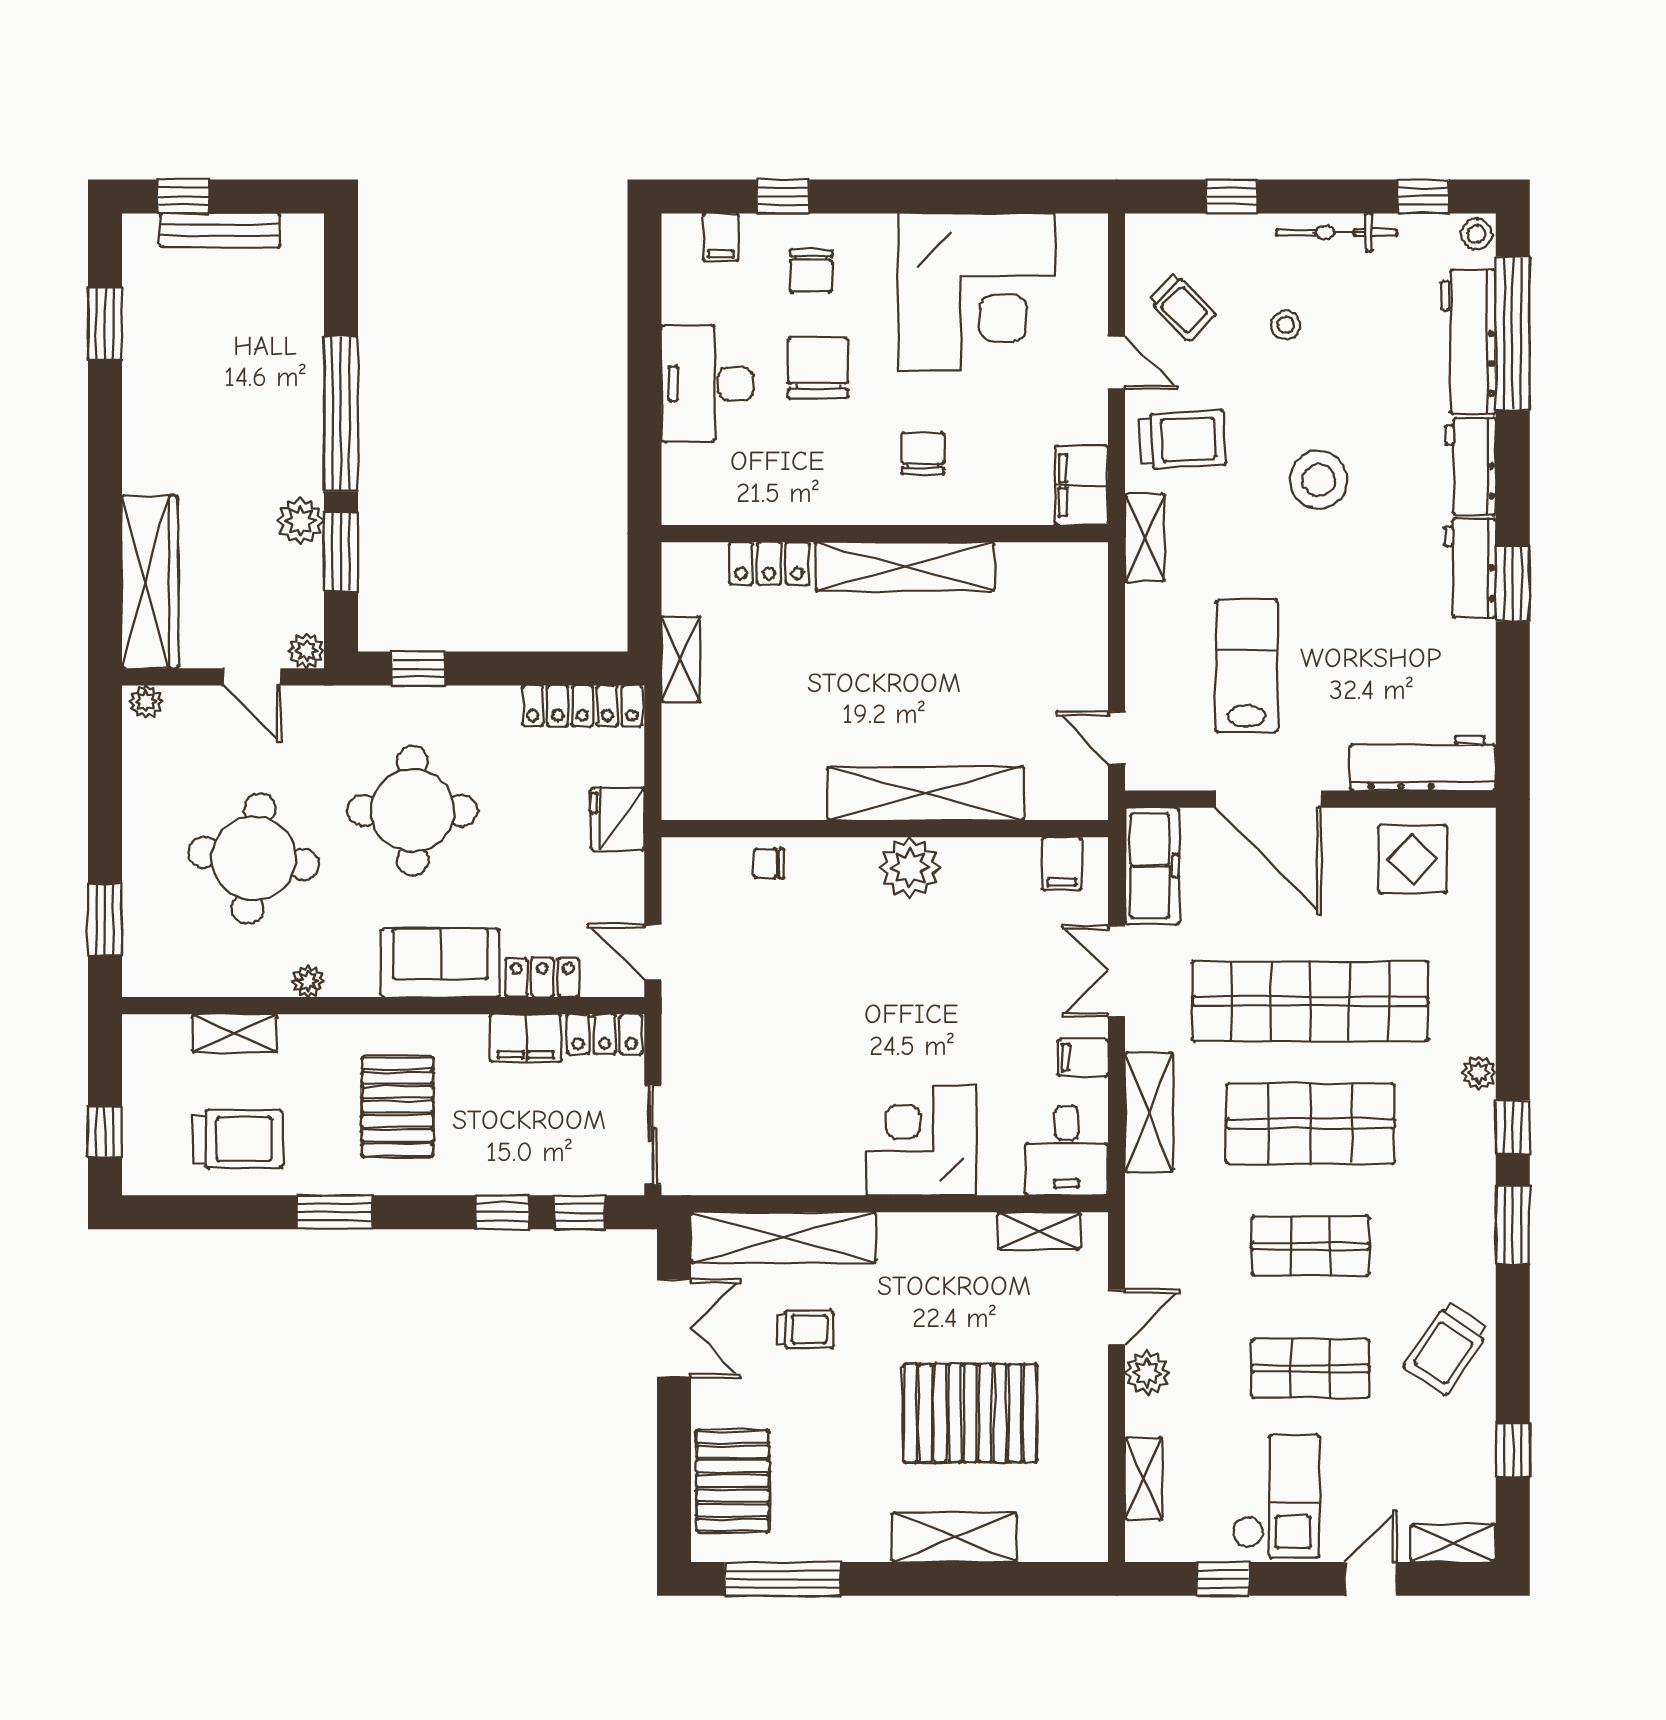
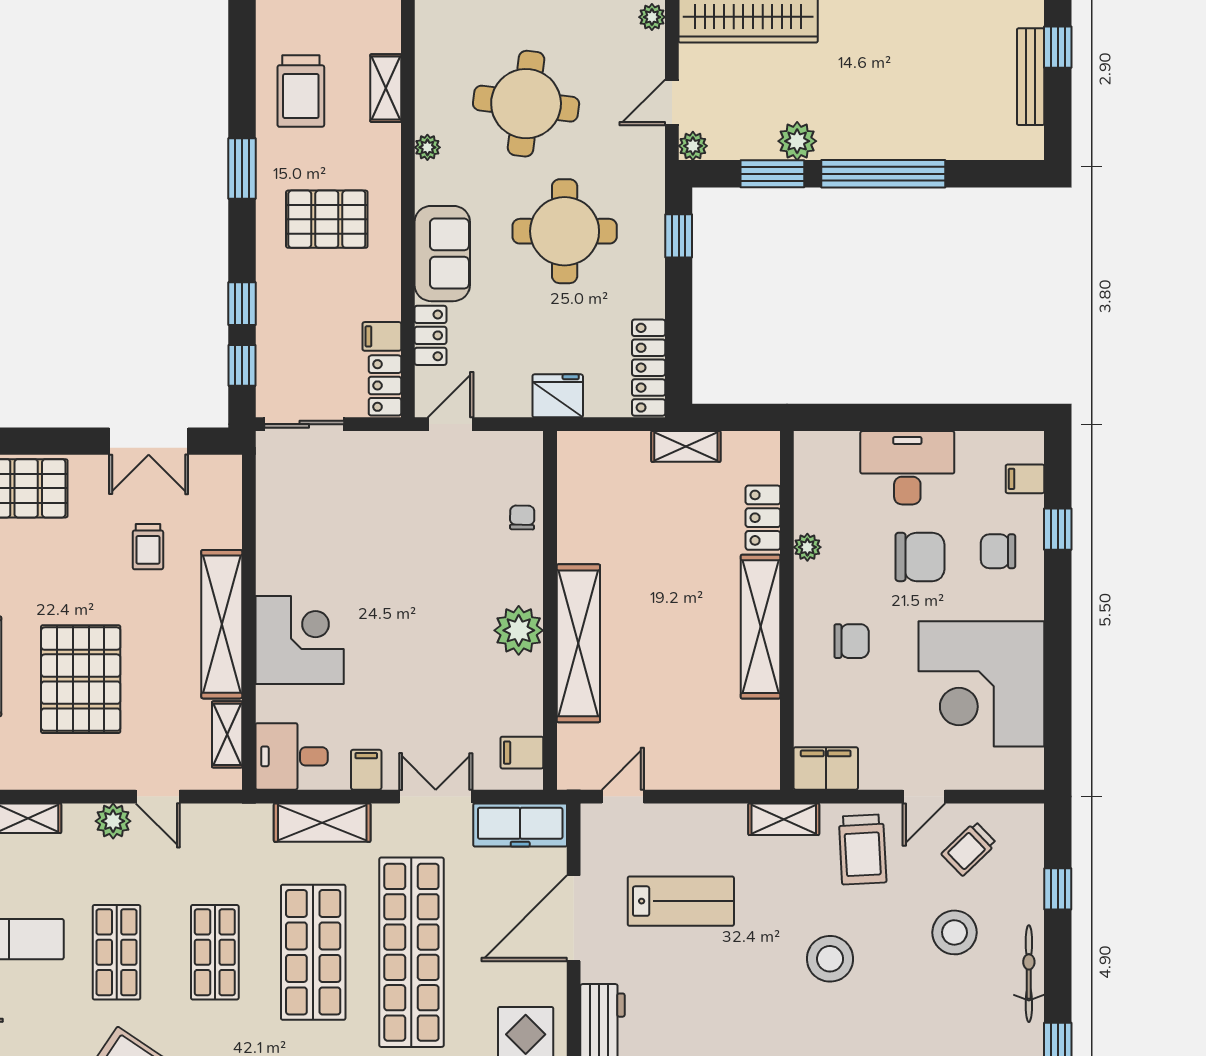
stool: (1286, 325) -> (955, 932), width x1.89, depth x1.89
plant: (806, 508) -> (807, 547), added
filing cabinet: (526, 1038) -> (382, 336), width x0.50
shelving: (783, 1237) -> (222, 624), moved

